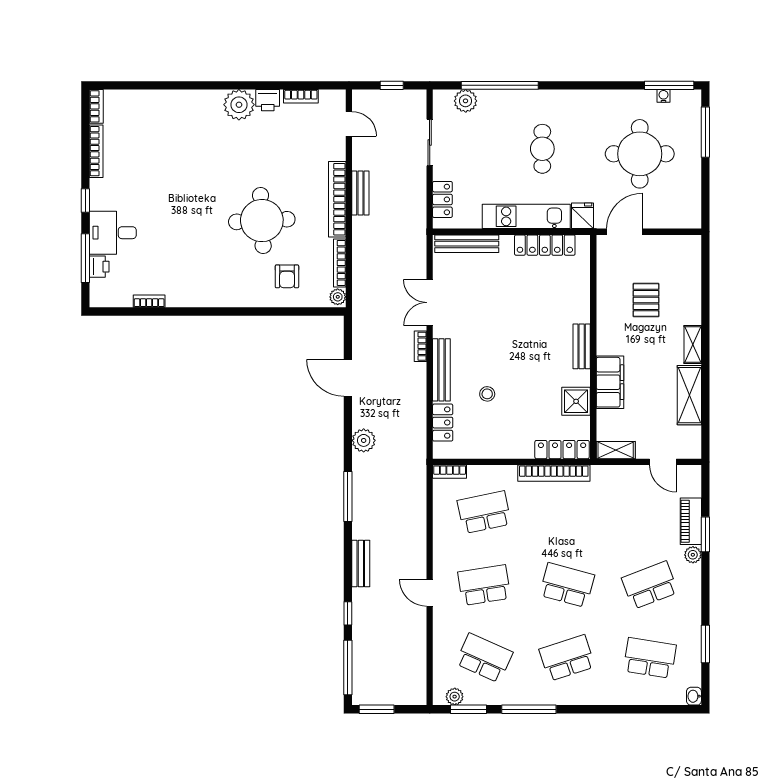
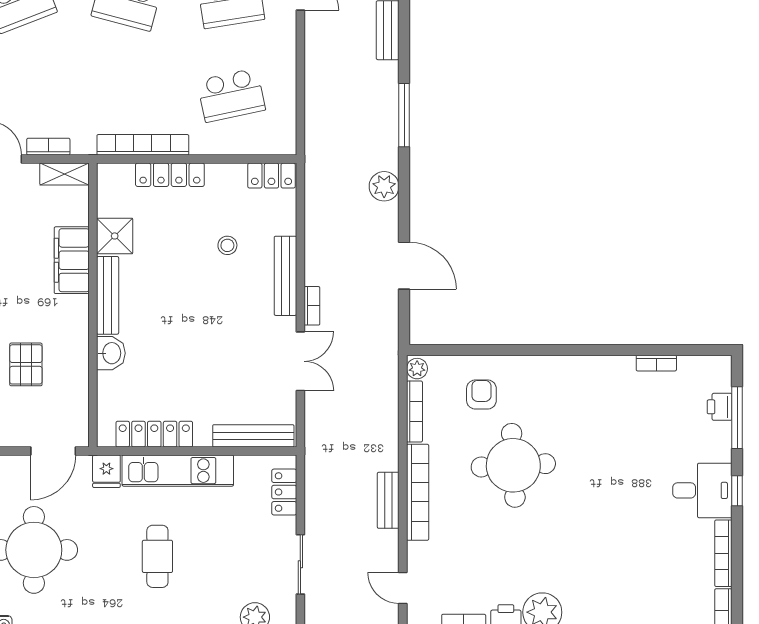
desk: (113, 233) -> (702, 490), moved
washbasin: (579, 309) -> (111, 353), added
bench: (582, 346) -> (108, 295), width x1.36
locker: (443, 423) -> (271, 176), moved, turned -90
locker: (562, 450) -> (170, 175), moved
bookcase: (450, 472) -> (48, 147), moved

